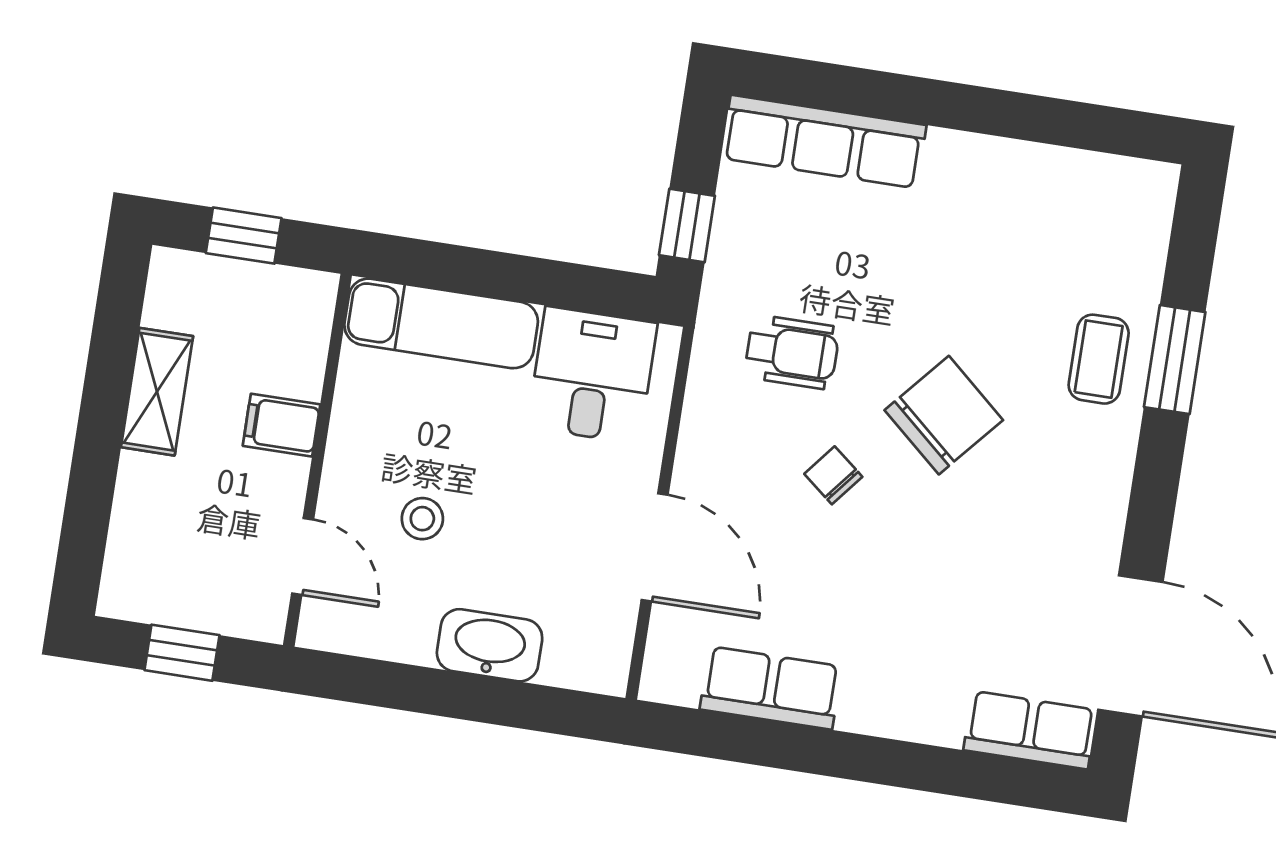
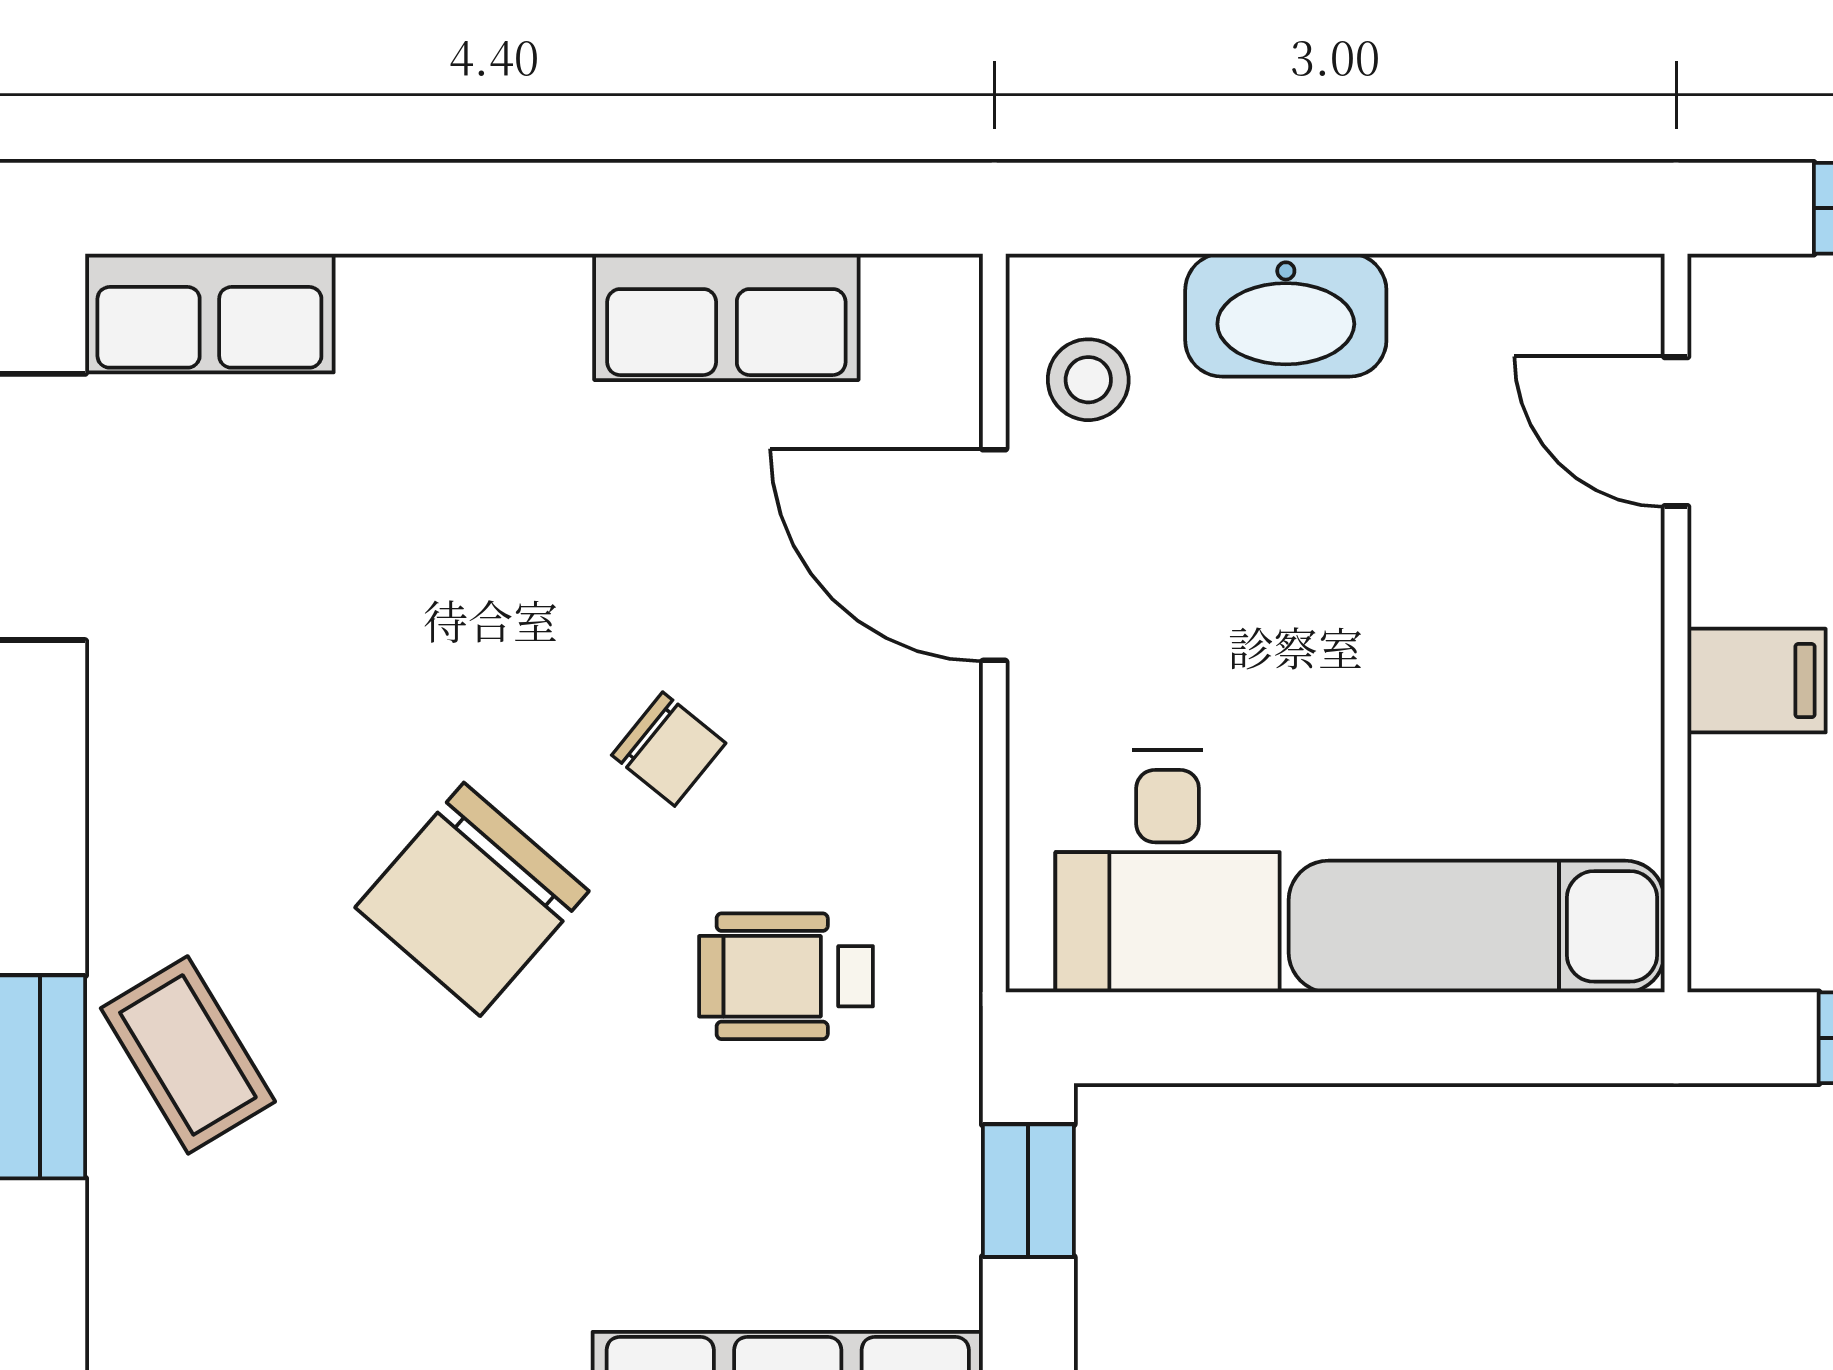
coffee table: (1099, 359) -> (188, 1055), turned -31
stool: (422, 519) -> (1088, 380), moved

